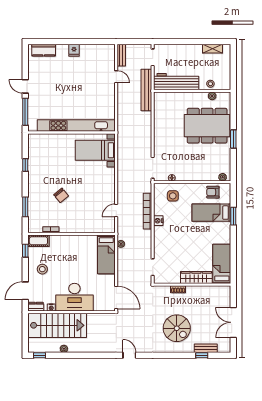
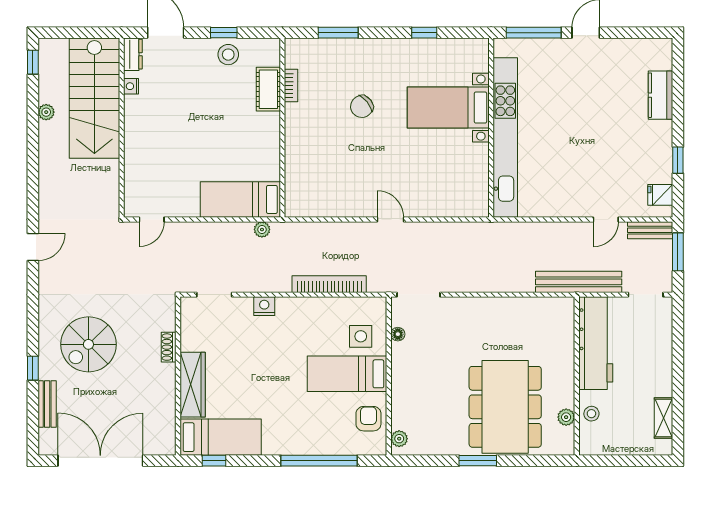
window: (87, 42) -> (678, 160), added
window: (132, 42) -> (678, 252), added
kitchen counter: (44, 50) -> (661, 95), moved
fridge: (74, 50) -> (660, 195), moved
bed with nightstands: (95, 150) -> (448, 108), moved, turned -90
door: (116, 210) -> (390, 220), moved
bed: (211, 213) -> (347, 374), moved, turned -90
window: (233, 216) -> (319, 461), width x2.11
nightstand: (158, 221) -> (264, 306), moved
cot: (38, 241) -> (268, 89), moved
window: (25, 251) -> (224, 33), moved
window: (233, 267) -> (214, 461), added
stool: (42, 269) -> (228, 55), moved
desk: (74, 297) -> (152, 134), removed
door: (116, 297) -> (152, 220), width x0.53
double door: (233, 322) -> (100, 461), width x1.36
window: (202, 355) -> (33, 368), moved

